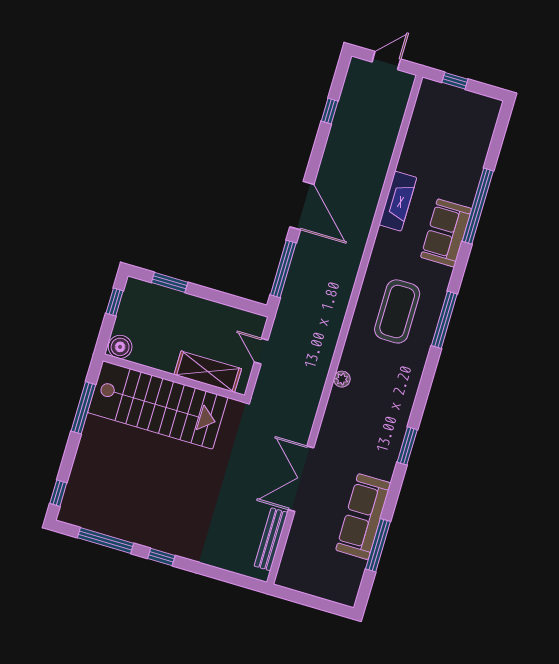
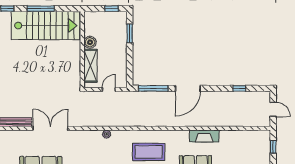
boiler: (120, 347) -> (90, 42), moved
stairs: (158, 405) -> (46, 25), moved, turned -90
window: (83, 408) -> (41, 9), moved

